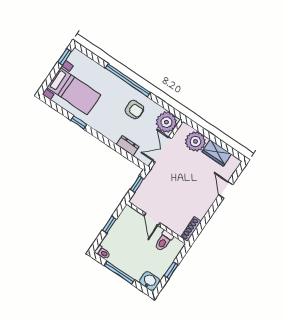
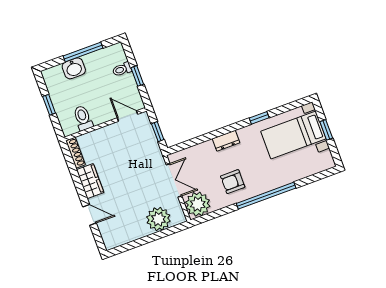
window: (65, 57) -> (326, 130), moved
dresser: (128, 146) -> (226, 141), moved
wardrobe: (217, 153) -> (90, 181), moved, turned 90
door: (152, 219) -> (127, 116), moved
toilet: (102, 253) -> (122, 69), moved
washbasin: (149, 281) -> (74, 68), moved

